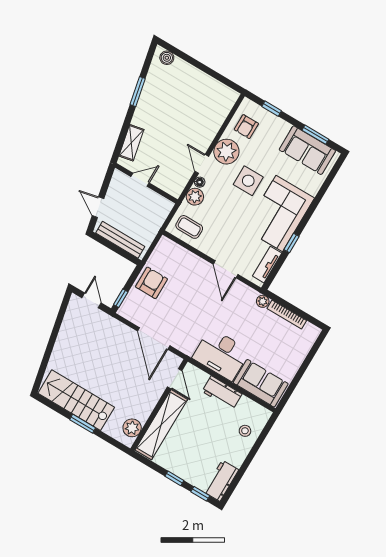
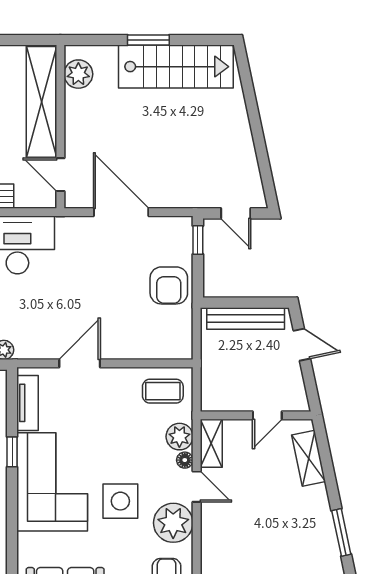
shelving: (180, 183) -> (211, 443), added
door: (226, 269) -> (80, 363), hinge flipped

